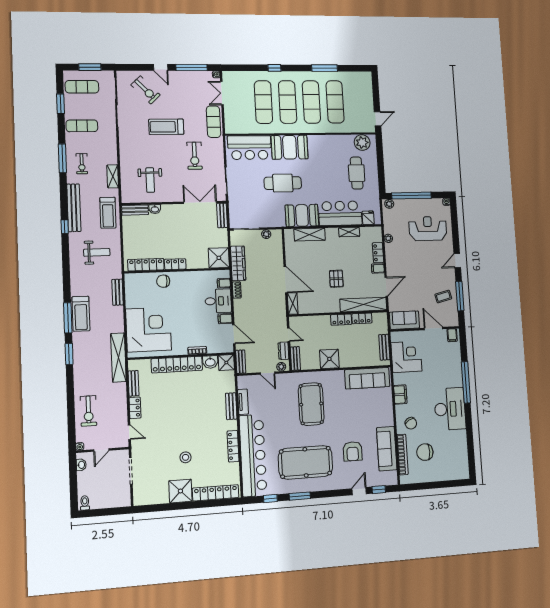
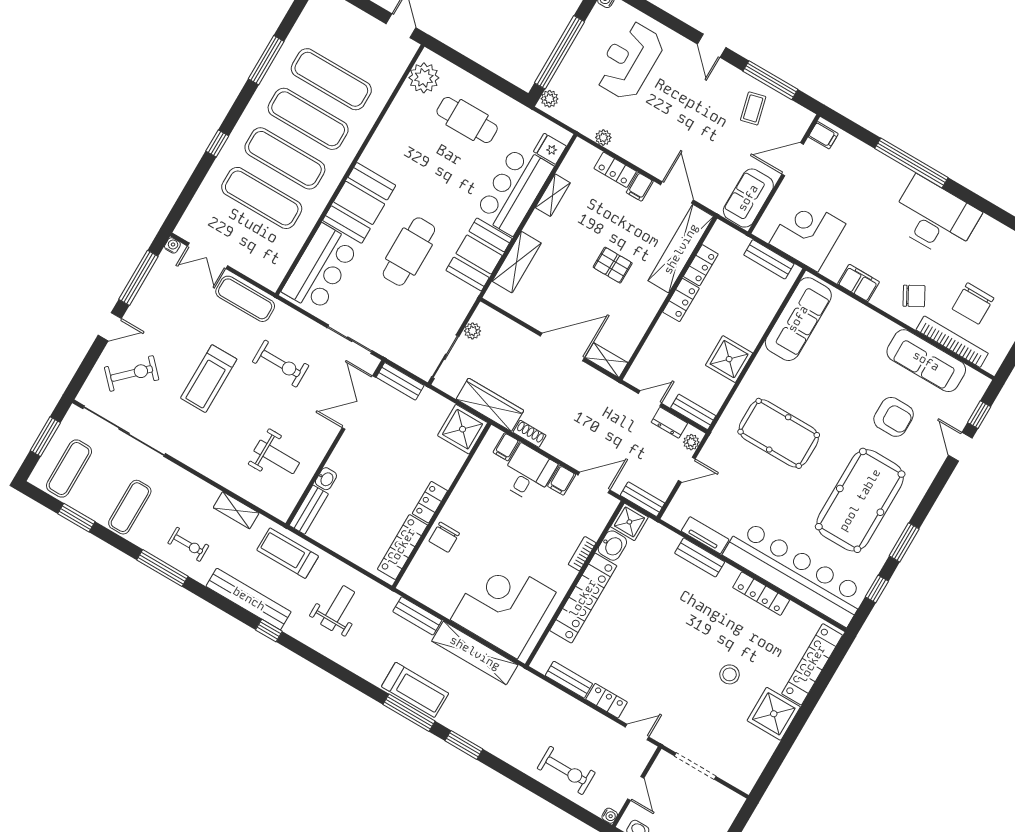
treadmill: (108, 213) -> (288, 553), turned 180
shelving: (118, 357) -> (475, 653), moved

